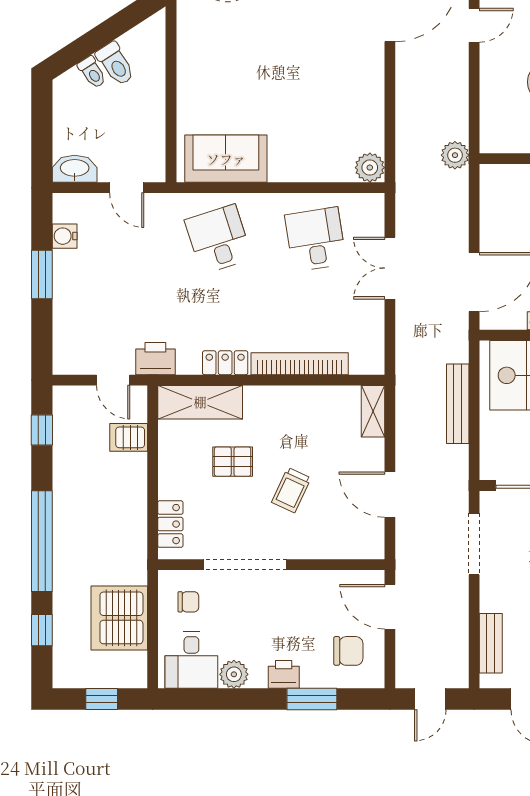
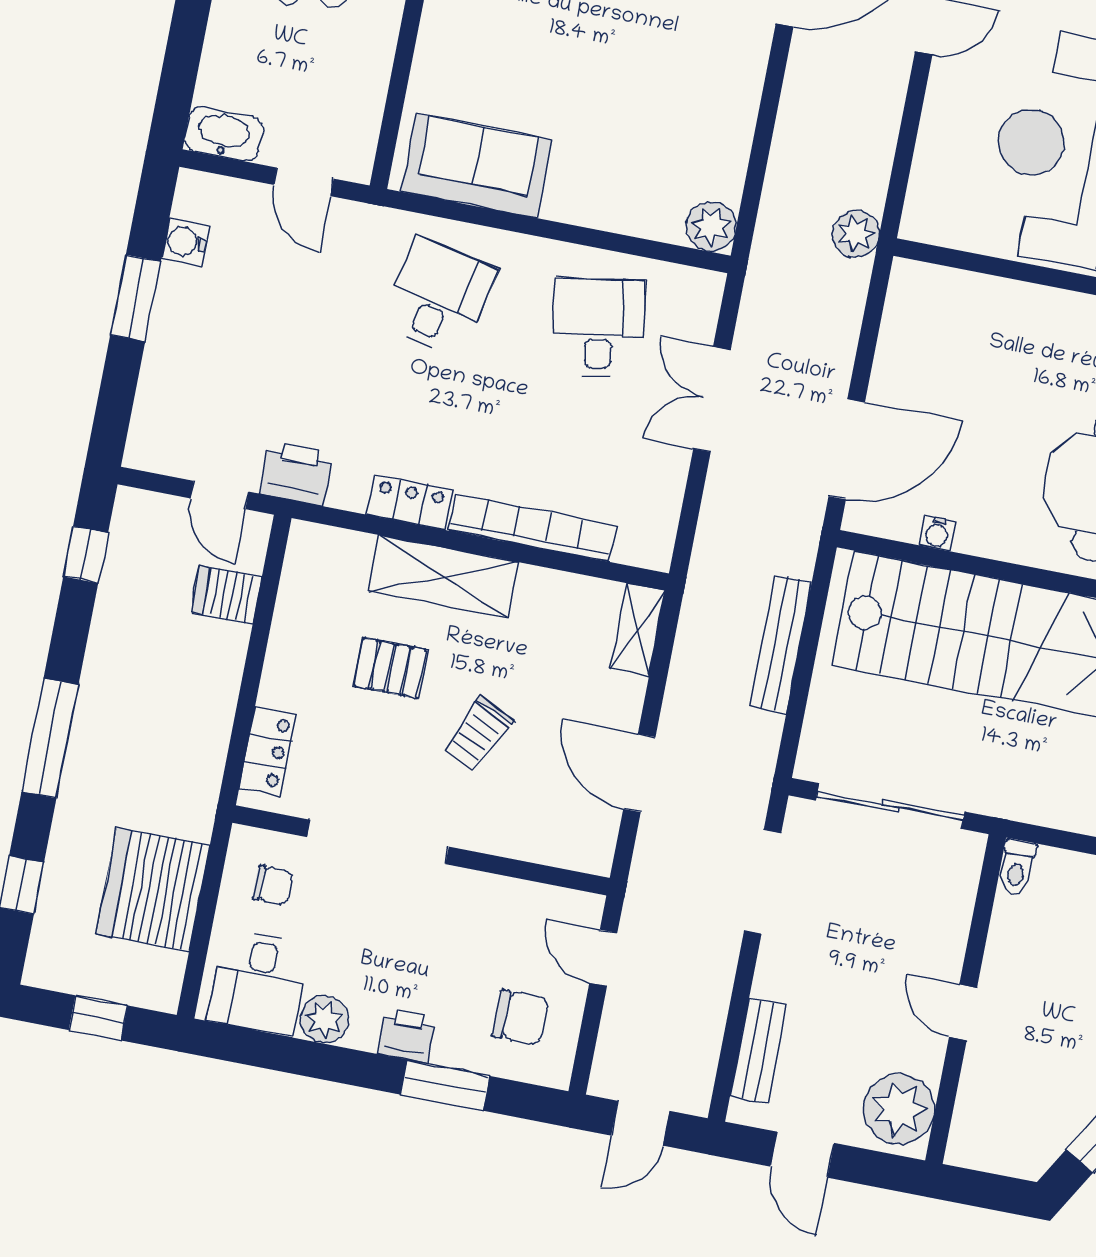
desk: (218, 239) -> (438, 296), turned 30
shelving: (200, 402) -> (443, 577), moved
window: (42, 541) -> (50, 738), width x0.68
door: (390, 607) -> (603, 958), width x0.73

